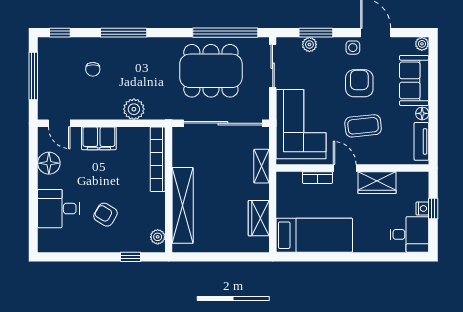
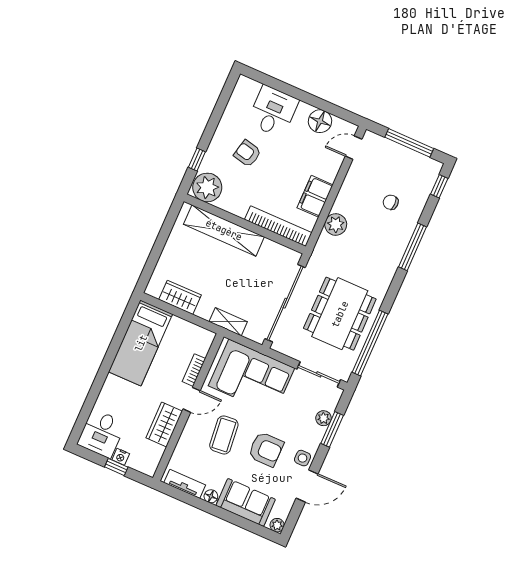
filing cabinet: (99, 138) -> (315, 196), moved
armchair: (105, 215) -> (247, 153), turned -108
plant: (158, 237) -> (207, 187), width x1.88, depth x1.88

